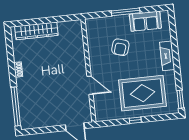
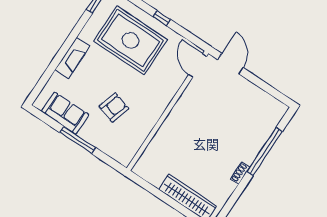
door: (90, 85) -> (198, 65), moved
window: (16, 107) -> (265, 151), moved

